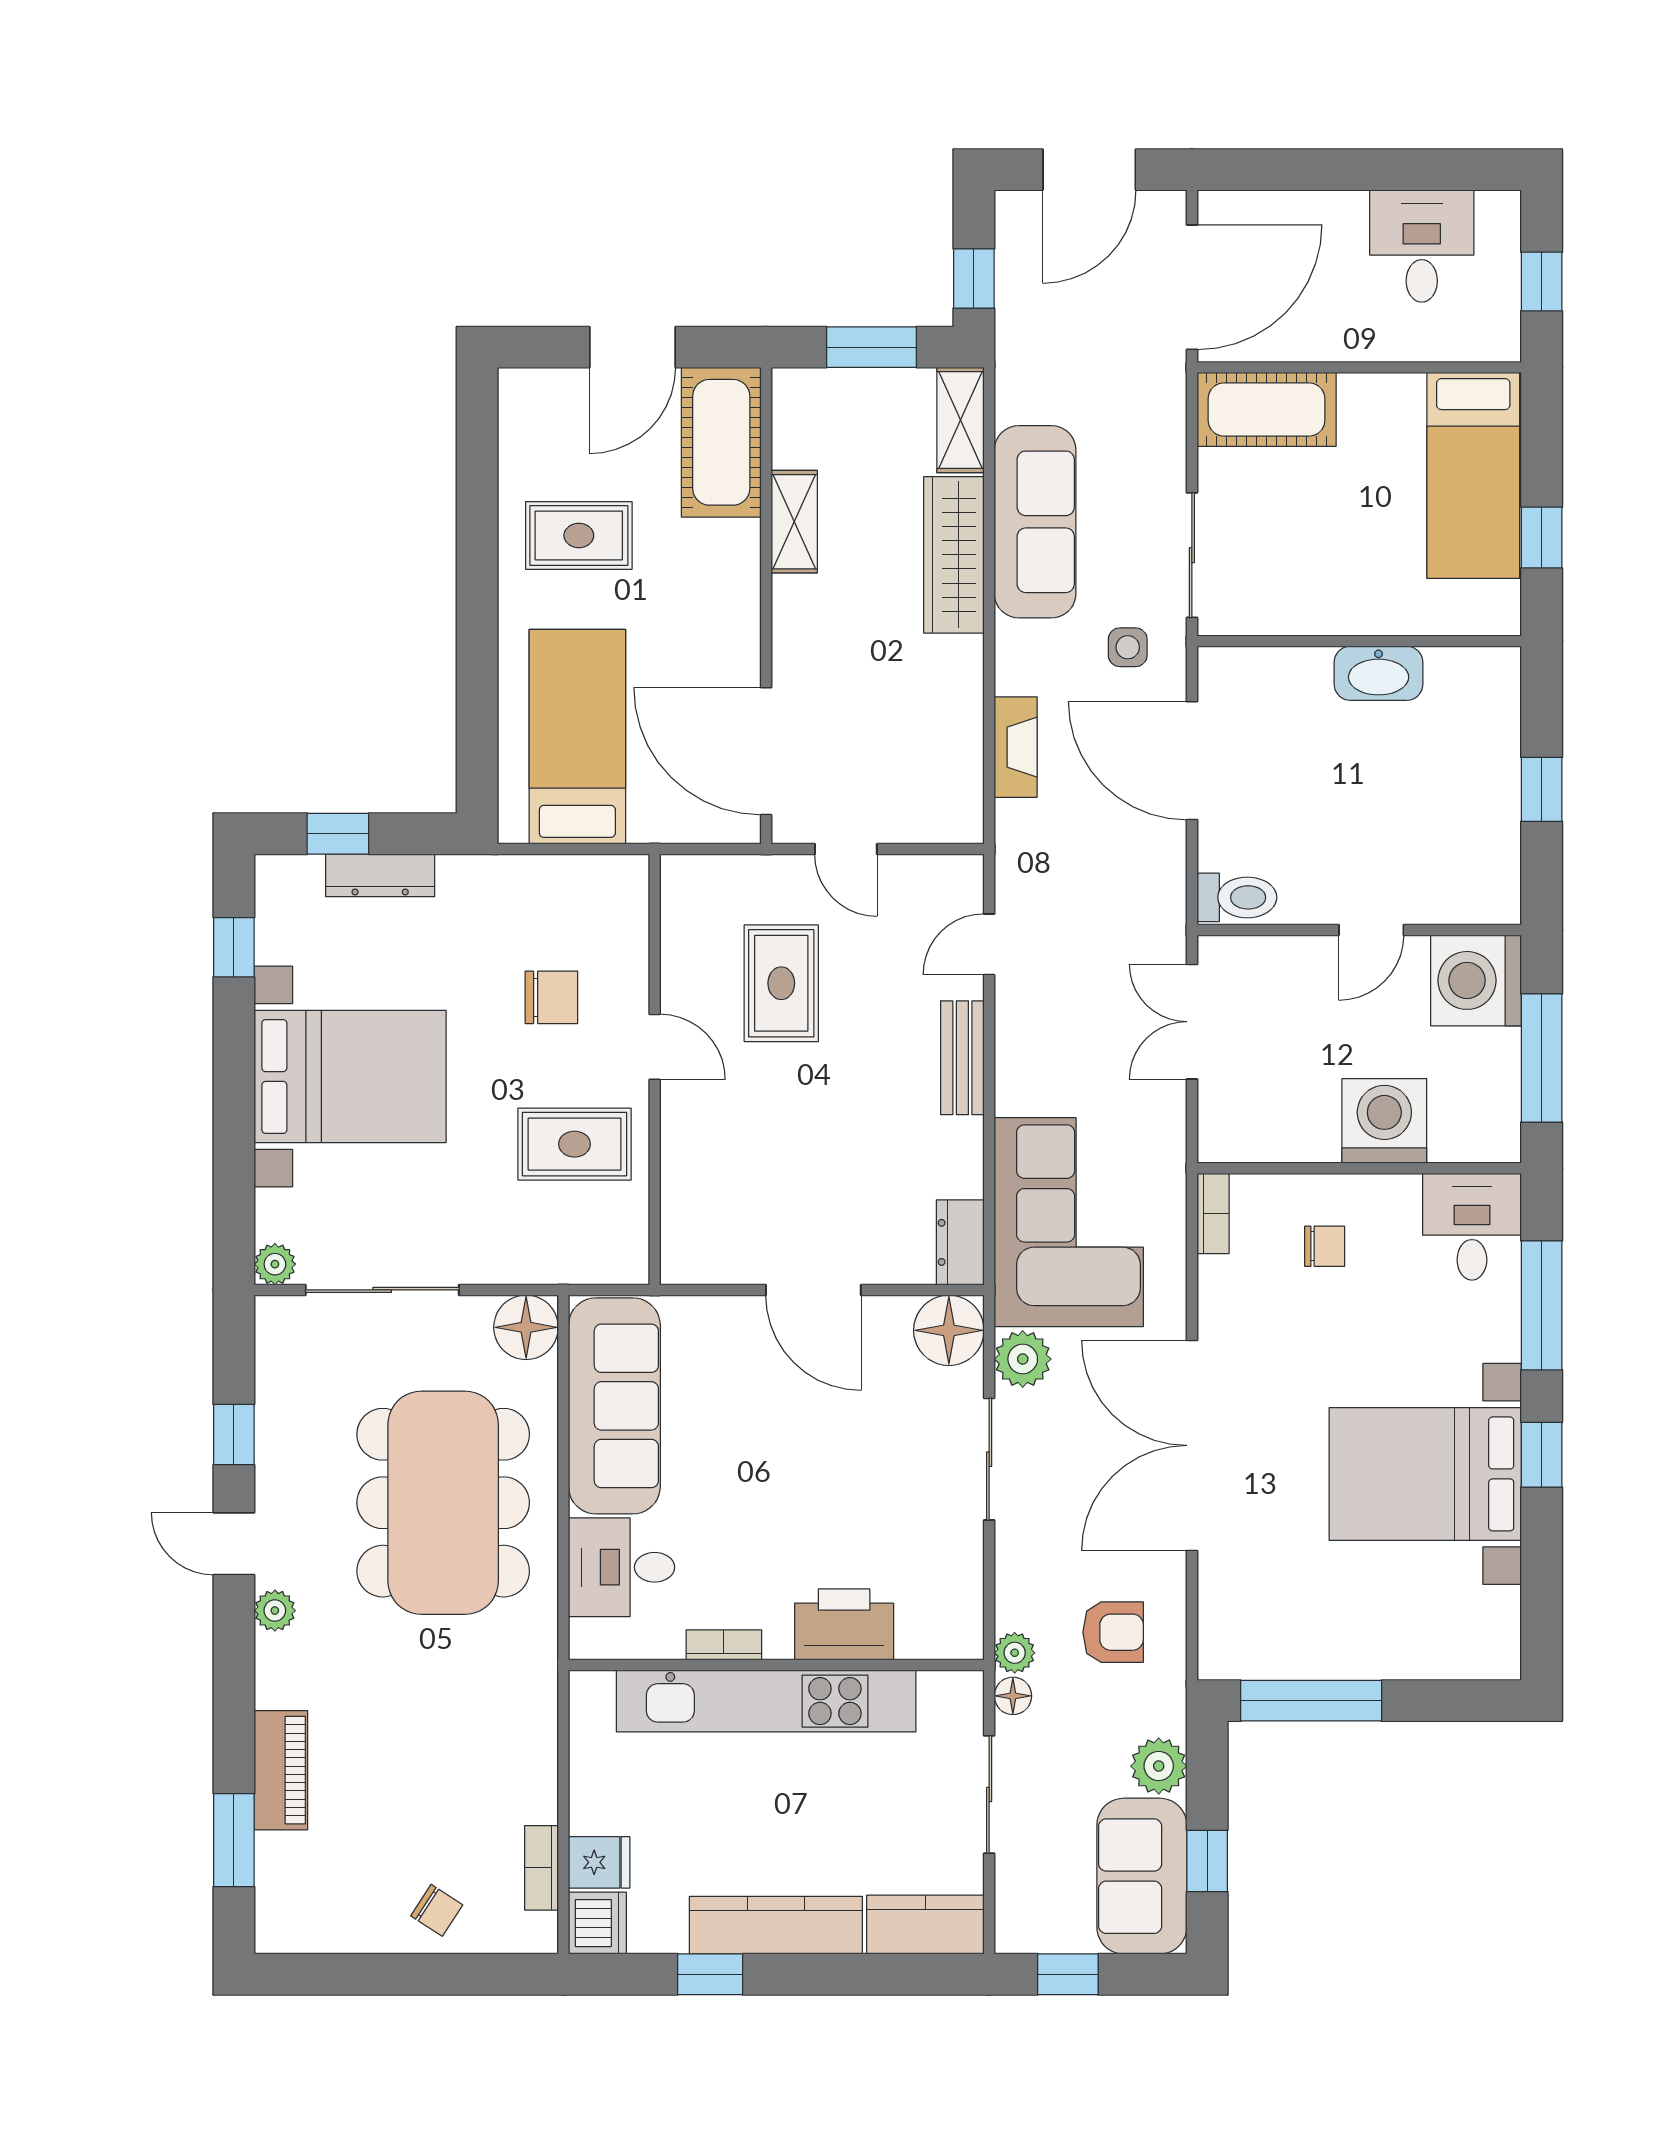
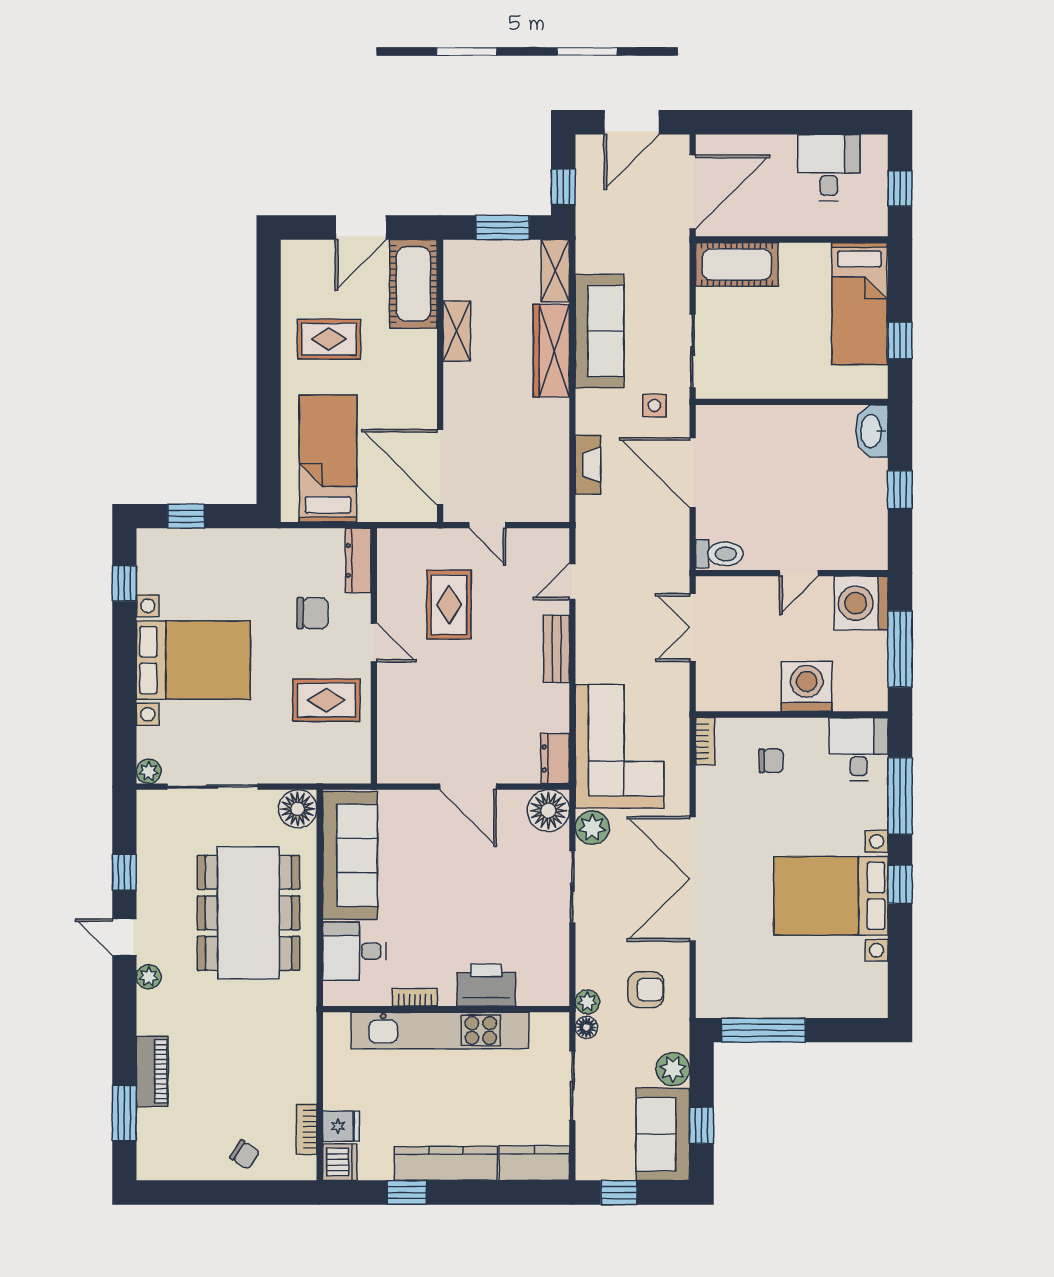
washbasin: (1379, 673) -> (872, 431), moved, turned 90
dresser: (380, 875) -> (358, 560), moved, turned 90

